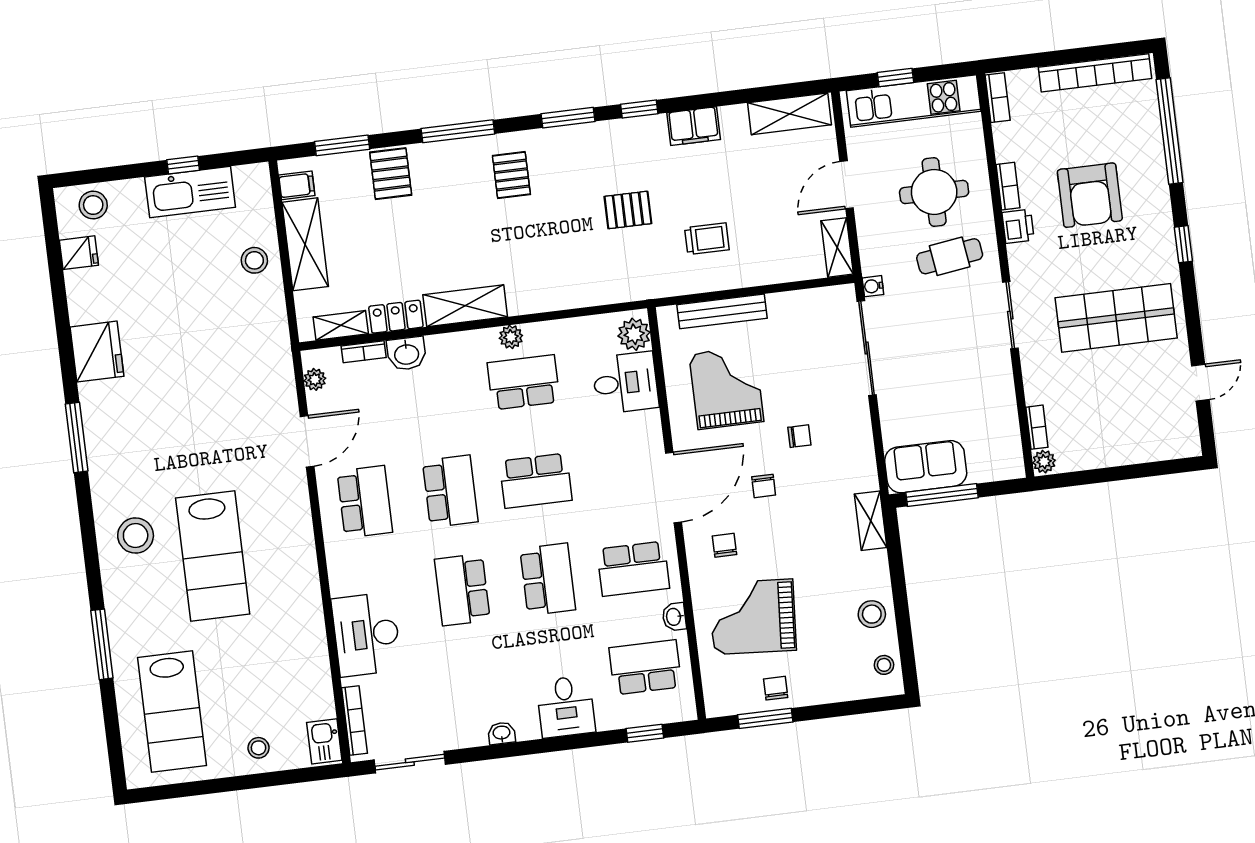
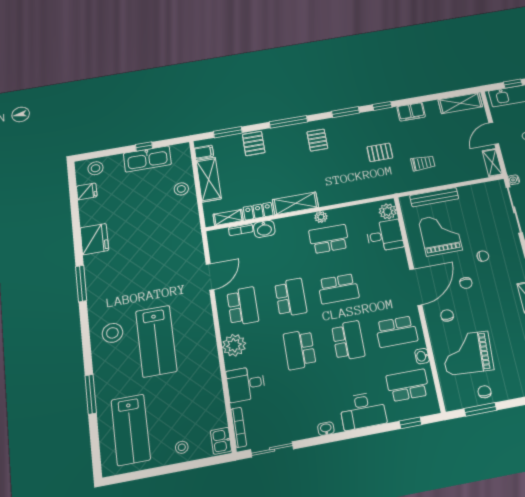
plant: (315, 379) -> (234, 345), moved, width x1.88, depth x1.88
desk: (366, 634) -> (246, 384), width x0.73
desk: (566, 707) -> (363, 411), width x1.37

